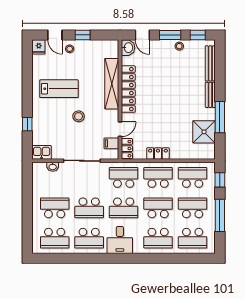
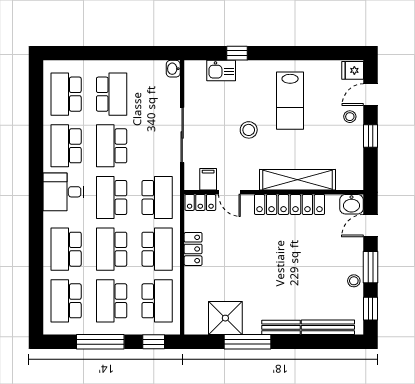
kitchen sink: (42, 152) -> (221, 71), moved, turned 90
washbasin: (53, 167) -> (173, 69), moved
school desk: (158, 208) -> (112, 249), turned 180
school desk: (193, 208) -> (112, 301), turned 180

